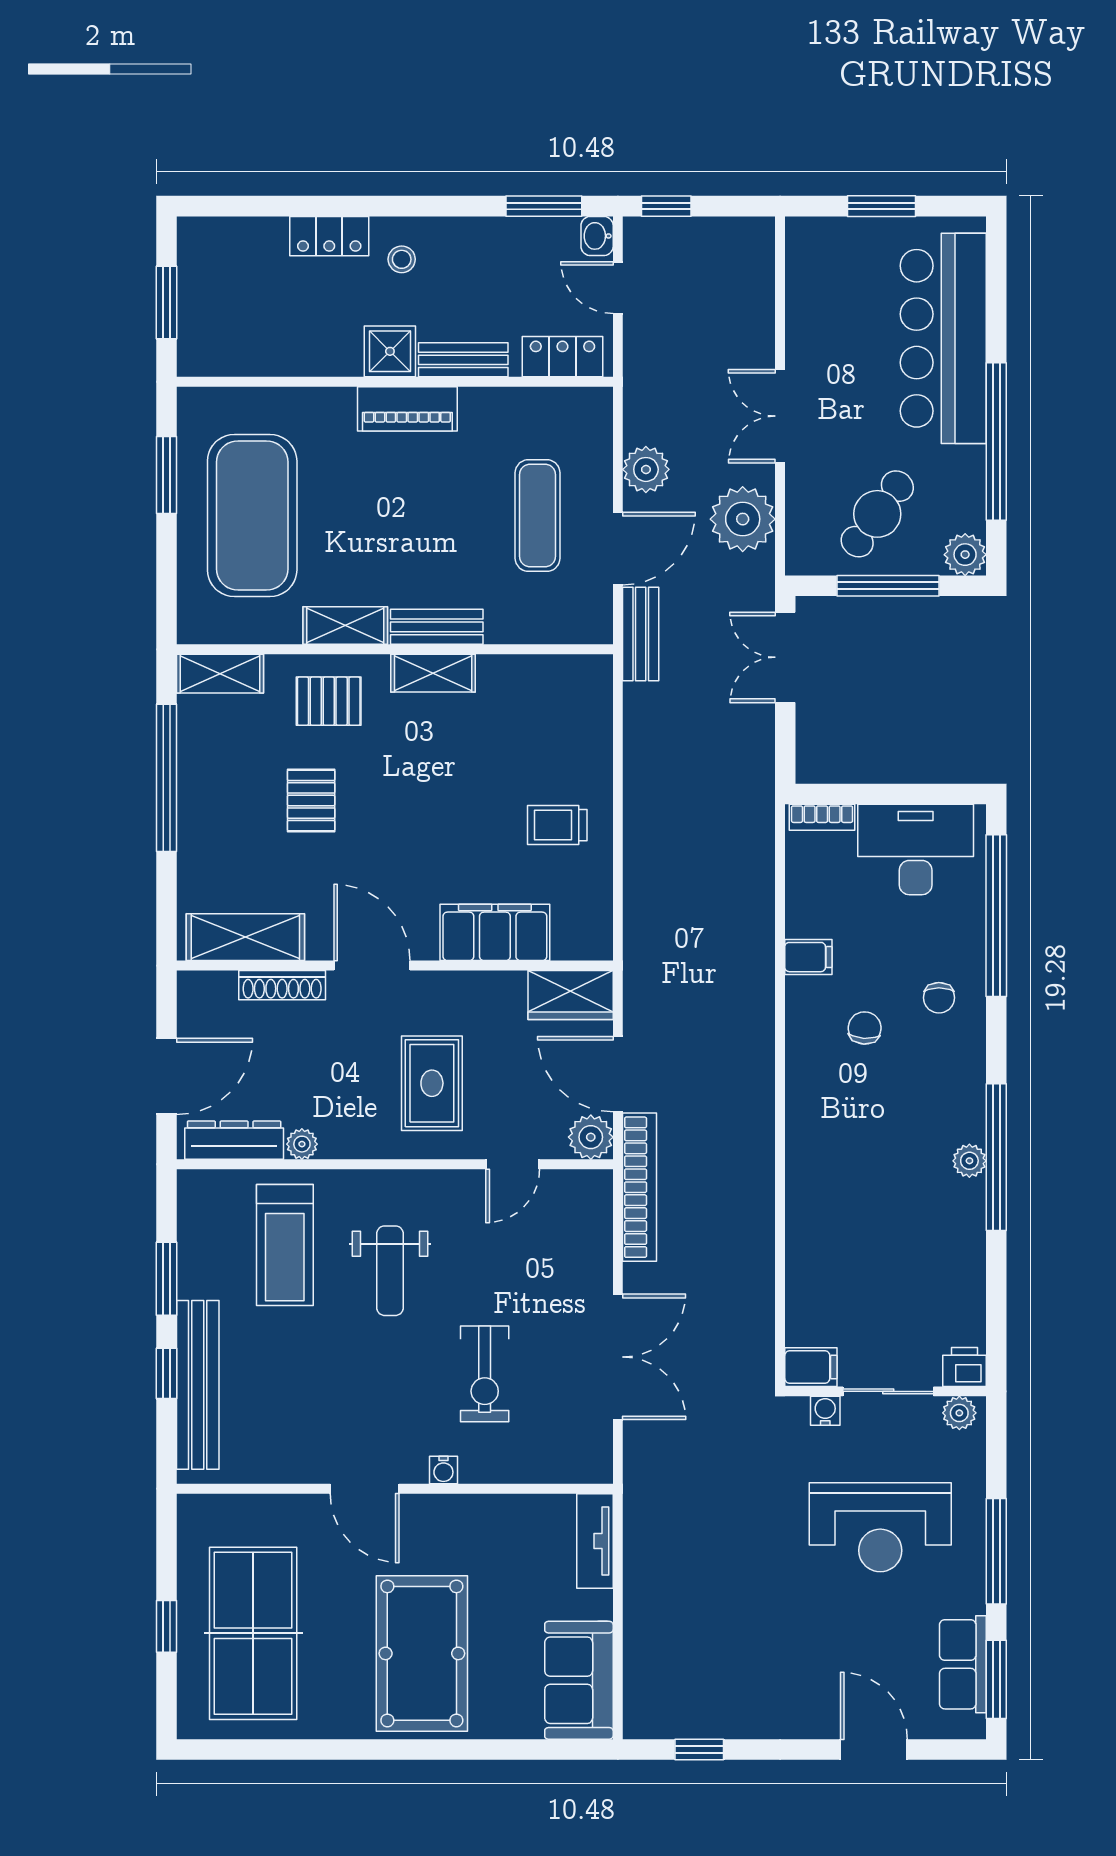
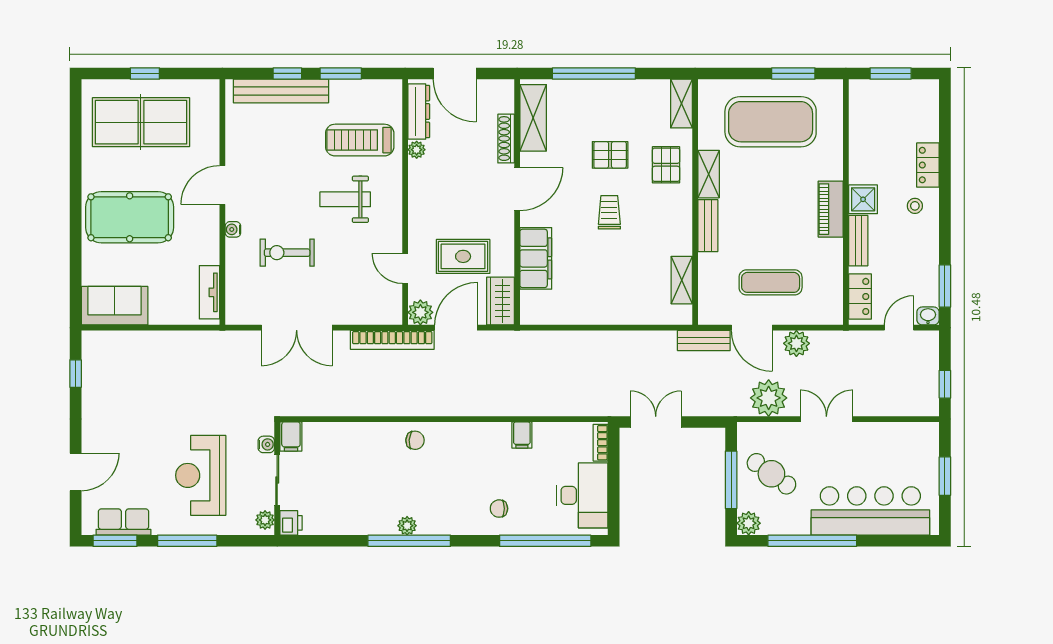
window: (666, 206) -> (945, 384), moved
double door: (785, 657) -> (656, 422), moved
shelving: (433, 673) -> (682, 280), moved
window: (167, 778) -> (594, 73), moved
trolley: (557, 825) -> (609, 212), moved
chair: (865, 1028) -> (415, 440), moved
rug: (432, 1083) -> (463, 256), moved
tv unit: (595, 1541) -> (209, 292), moved, turned -90

